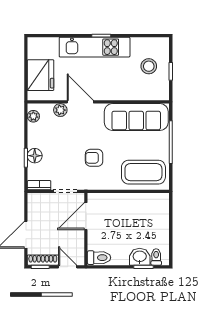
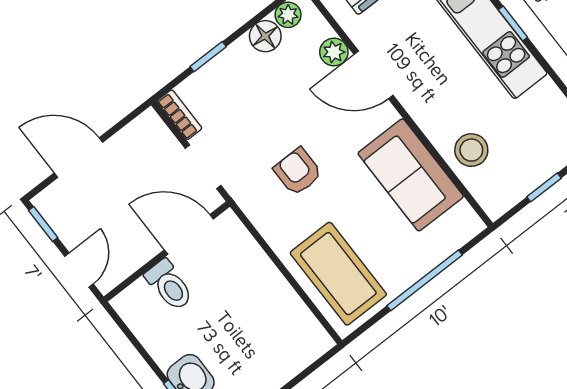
stool: (149, 66) -> (471, 150), moved
door: (80, 102) -> (374, 75), swing flipped
sofa: (136, 117) -> (411, 175), width x0.73
floor lamp: (35, 156) -> (265, 36), moved
toilet: (99, 258) -> (169, 285), moved
shoe rack: (43, 260) -> (58, 219), removed

